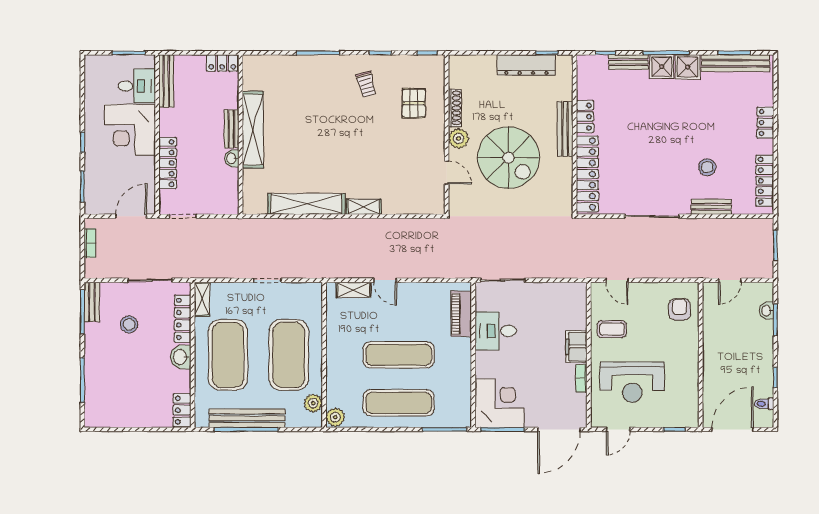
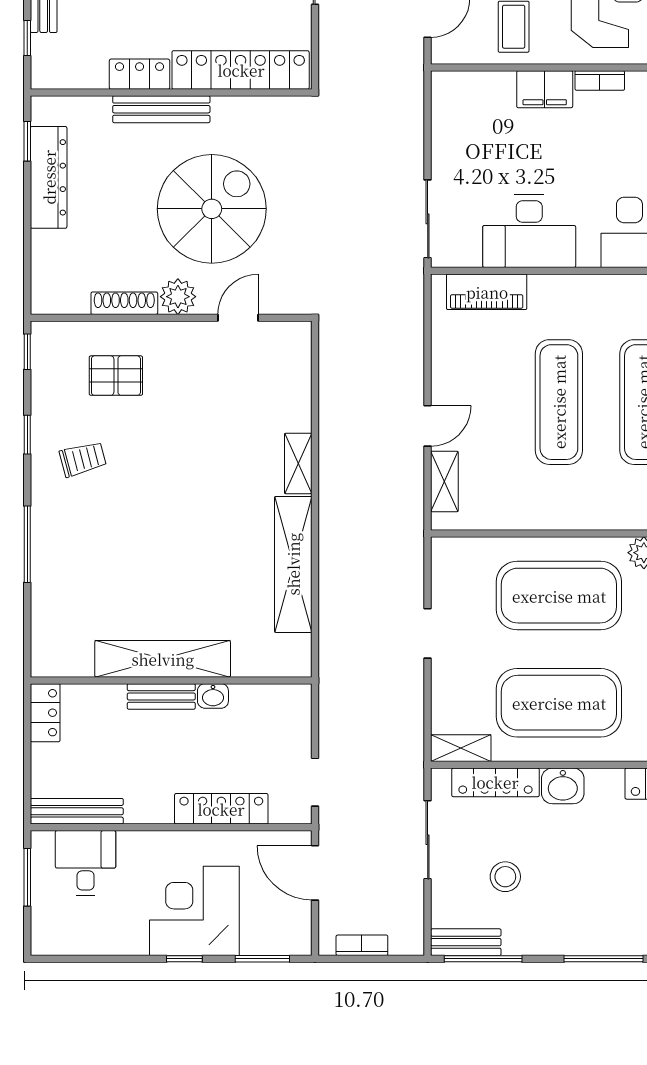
corner desk: (130, 130) -> (194, 911), moved, turned 180
desk: (496, 331) -> (529, 231), width x1.37

